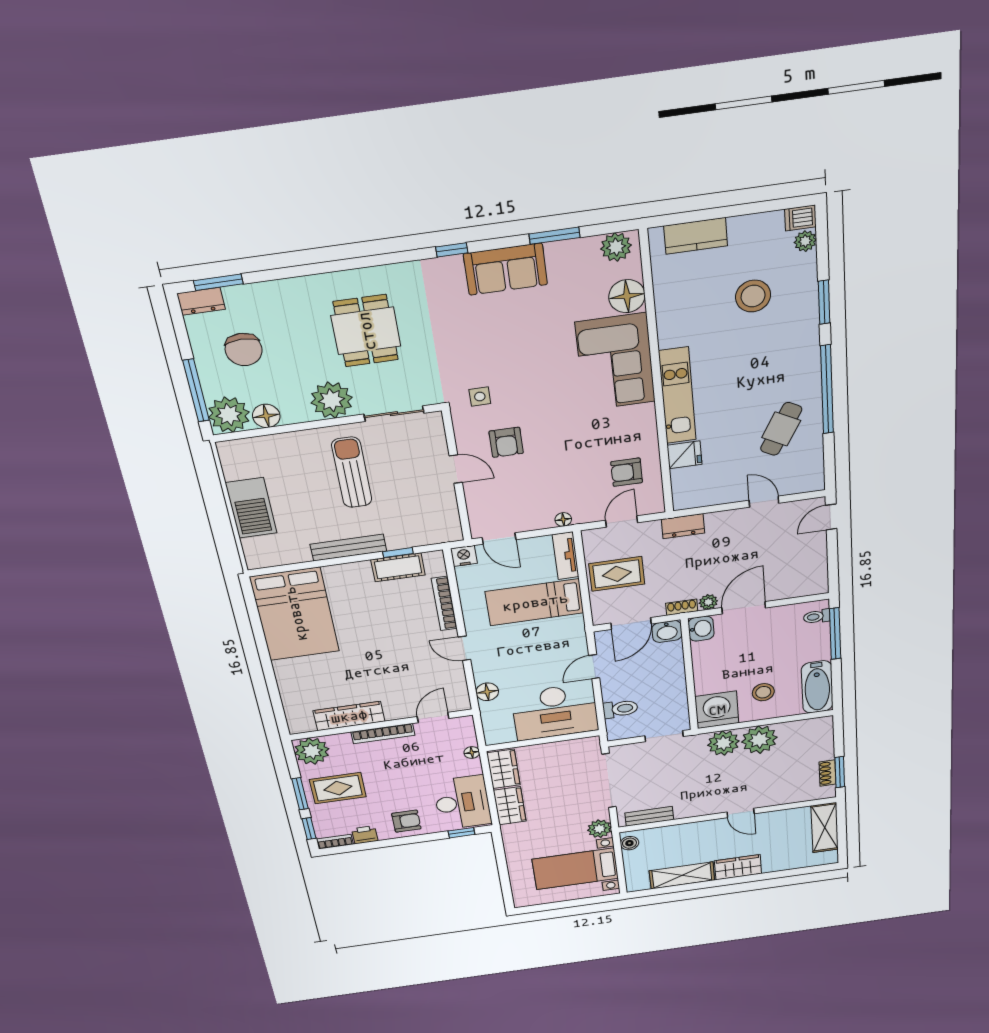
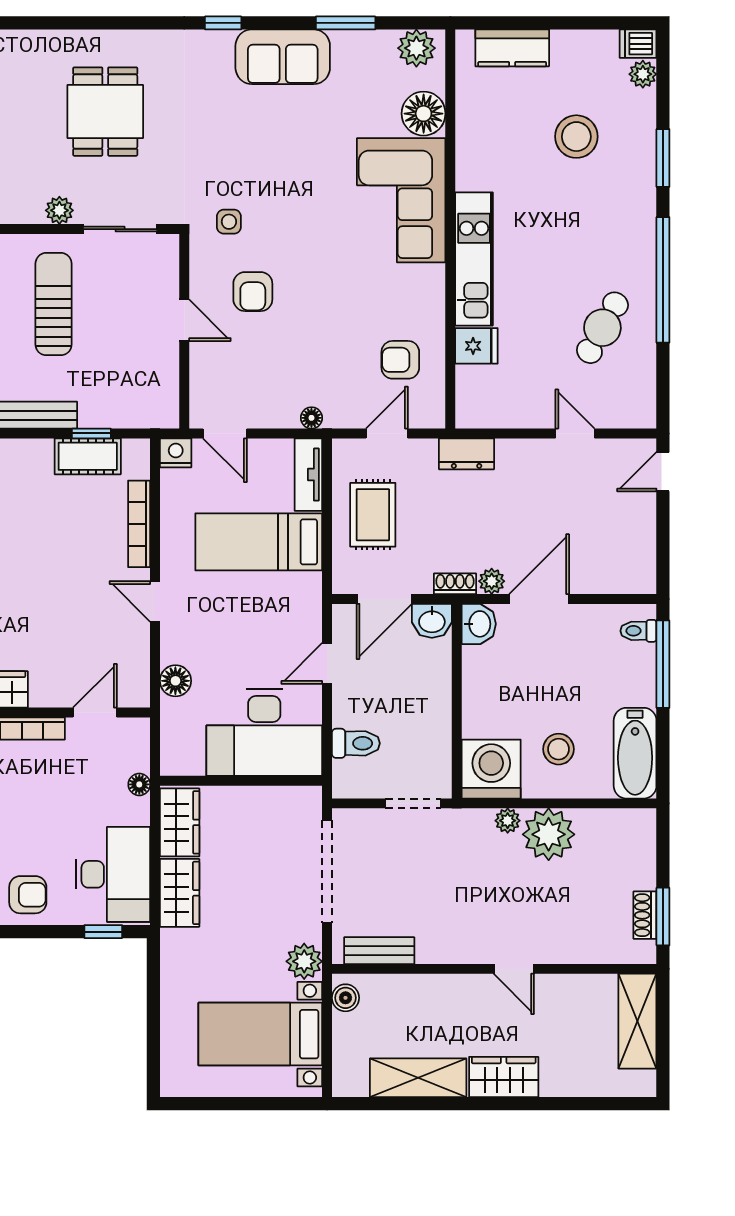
plant: (332, 400) -> (59, 210), width x0.53, depth x0.53
rug: (617, 574) -> (373, 515), turned 90
plant: (723, 743) -> (508, 821), width x0.53, depth x0.53

